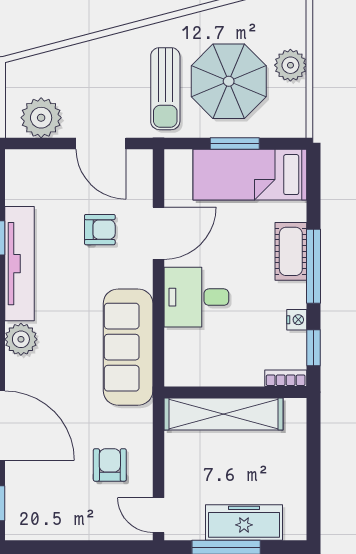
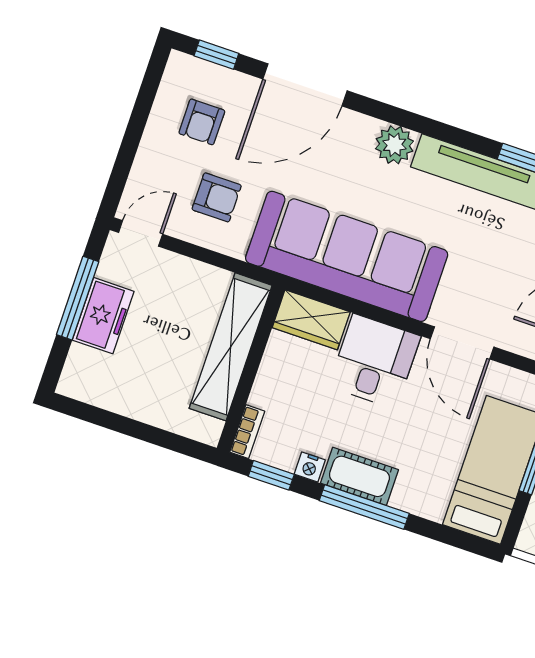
armchair: (100, 230) -> (202, 122), moved
cot: (291, 251) -> (359, 476), moved
sofa: (128, 347) -> (347, 256), width x1.36, depth x1.27
wardrobe: (181, 358) -> (311, 320), added
freezer: (244, 522) -> (103, 316), width x0.71

